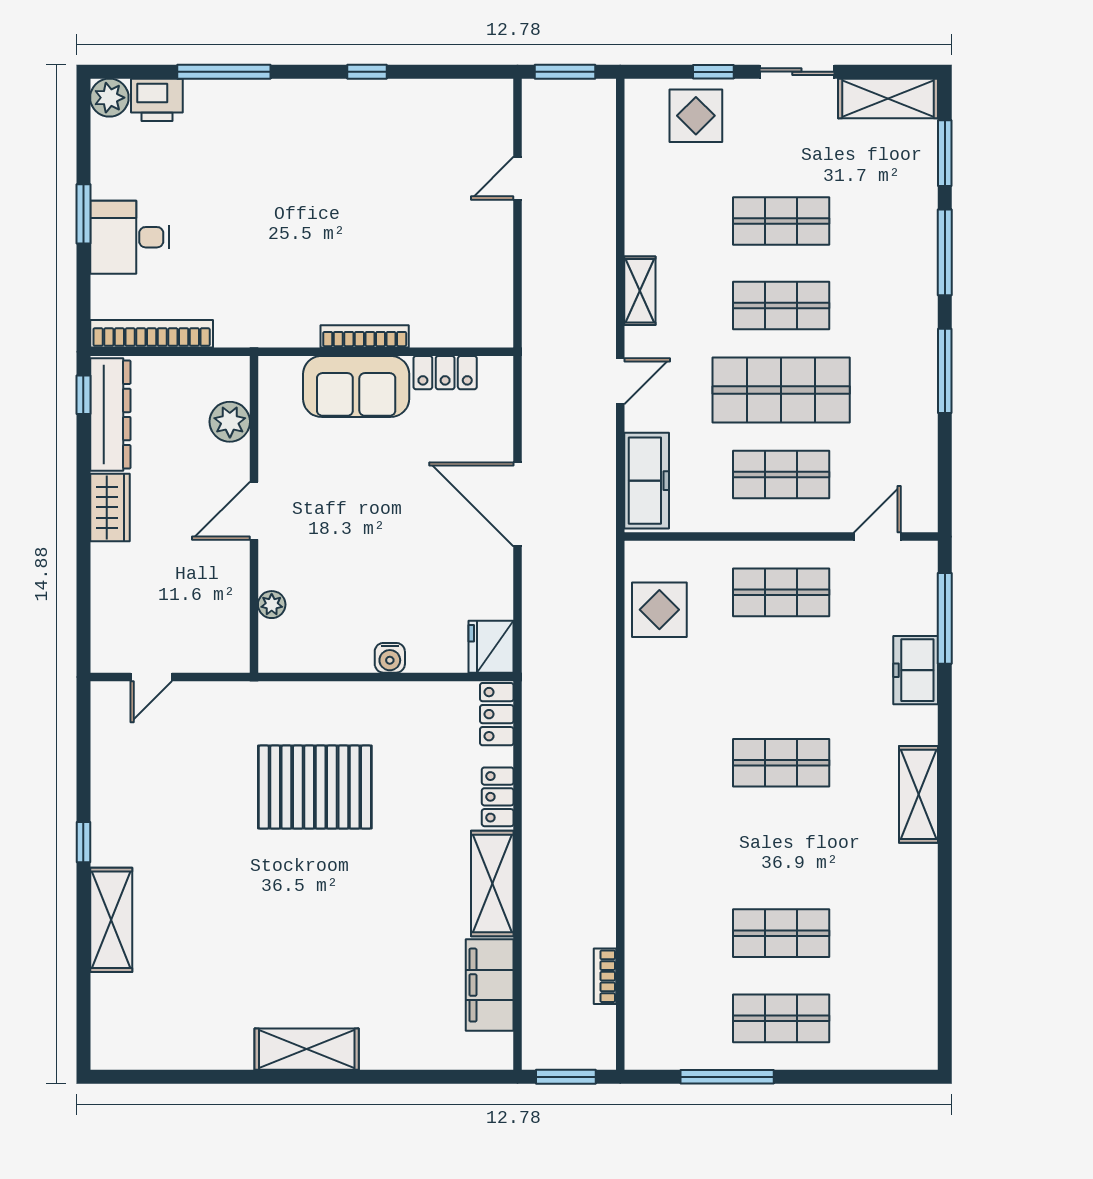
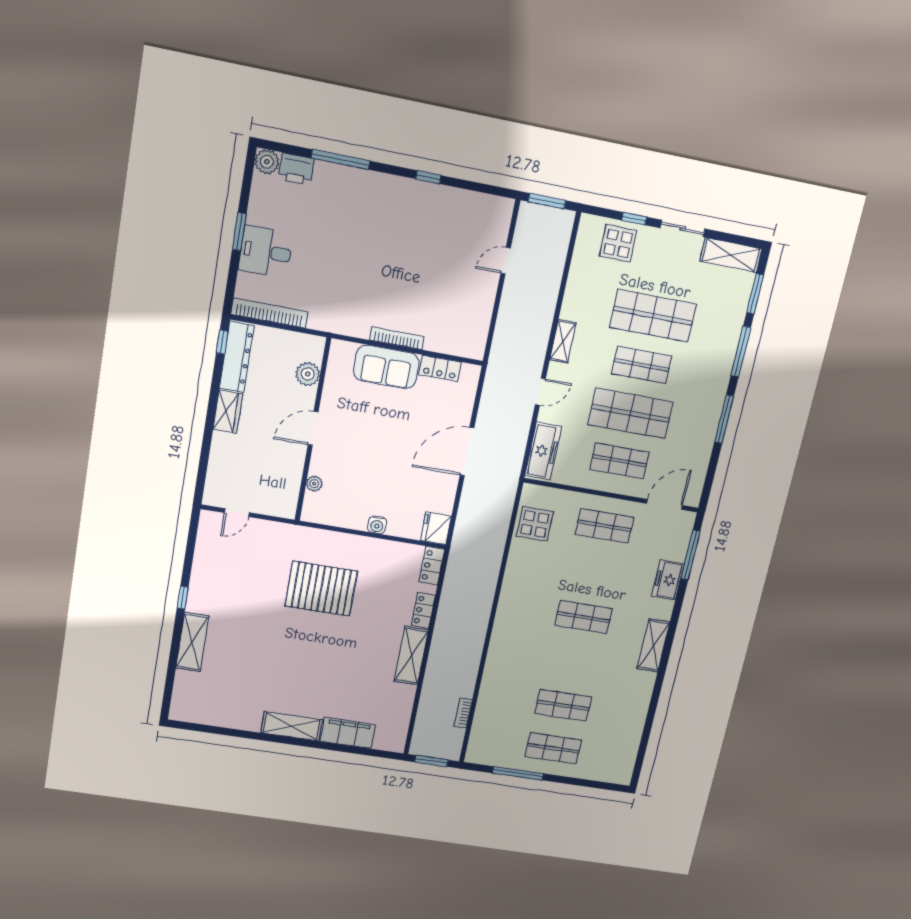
shop shelf: (781, 221) -> (653, 316), width x1.43, depth x1.36
door: (518, 504) -> (467, 452), hinge flipped
door: (877, 537) -> (665, 504), width x1.38
filing cabinet: (490, 985) -> (348, 733), moved, turned 90

